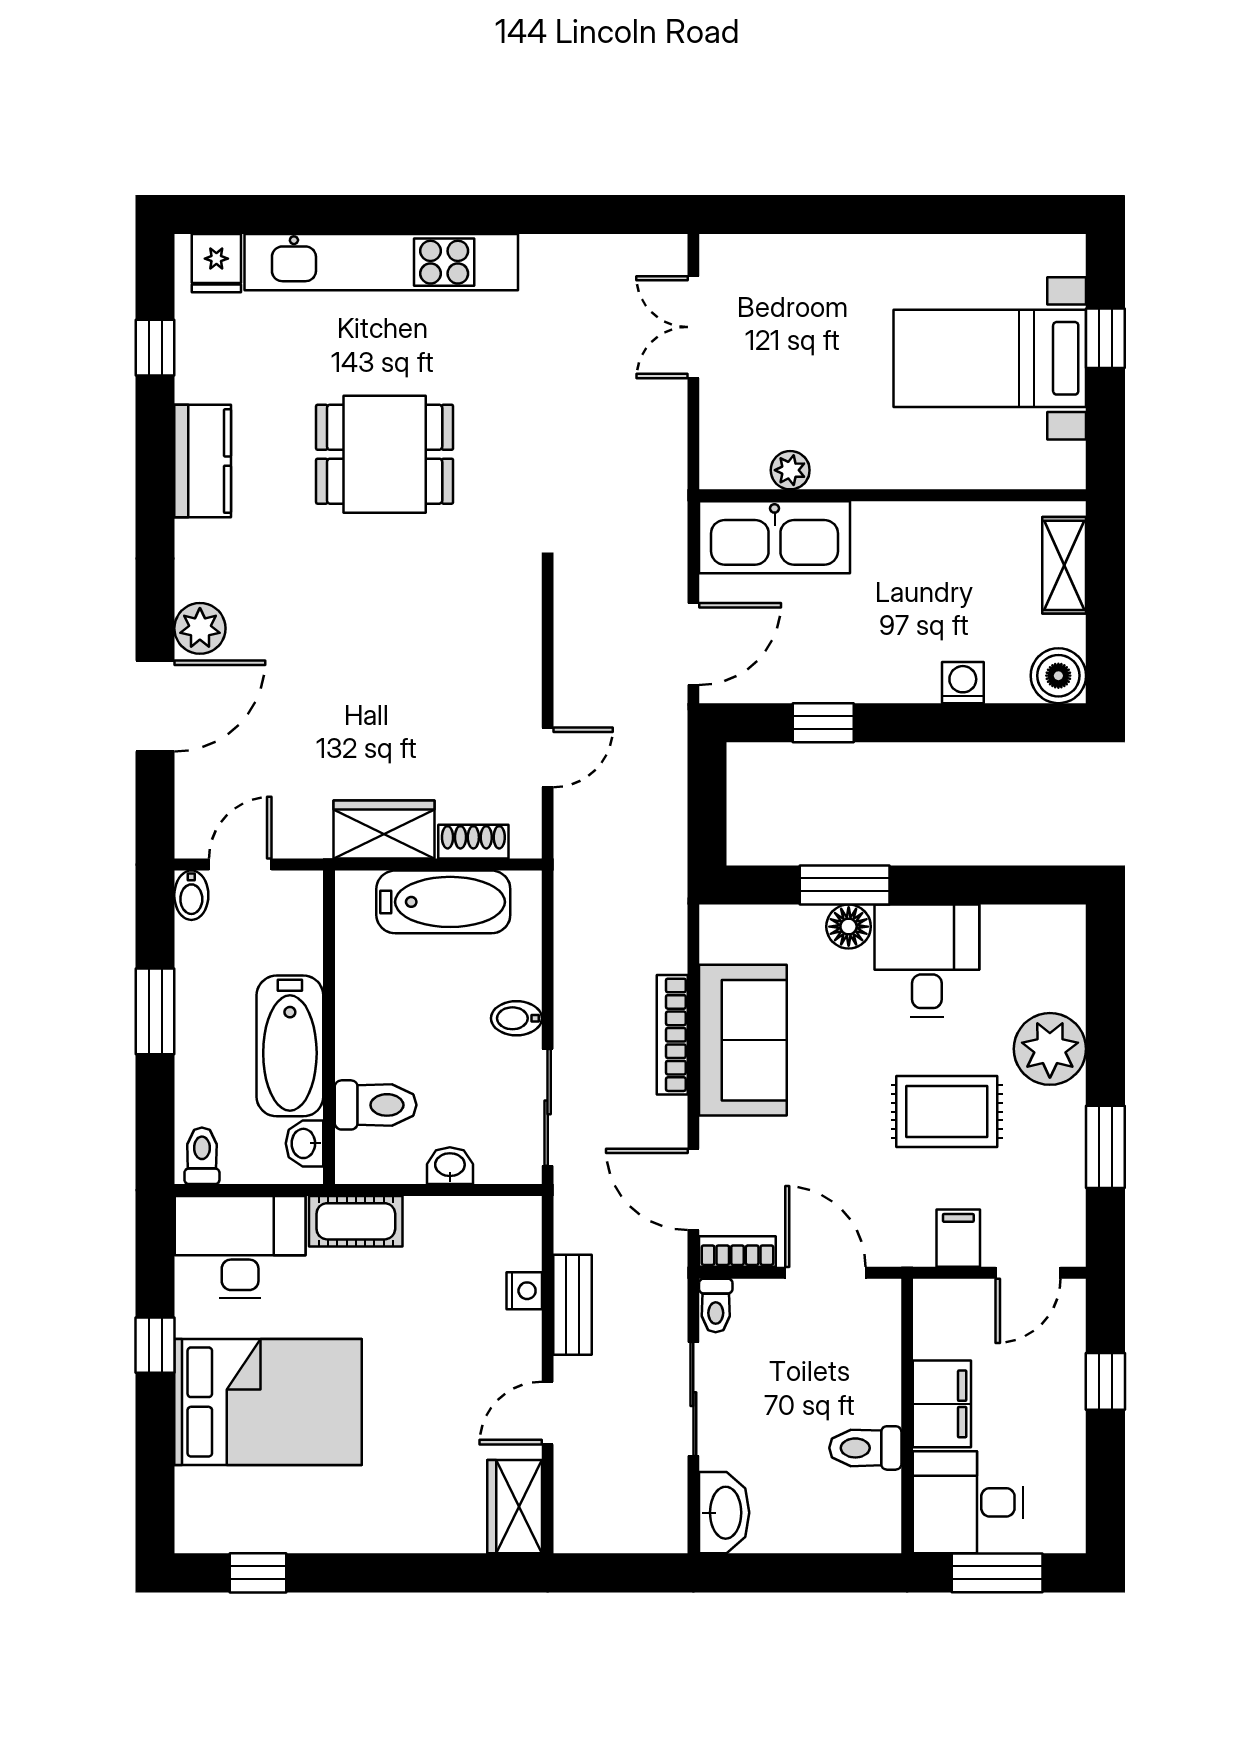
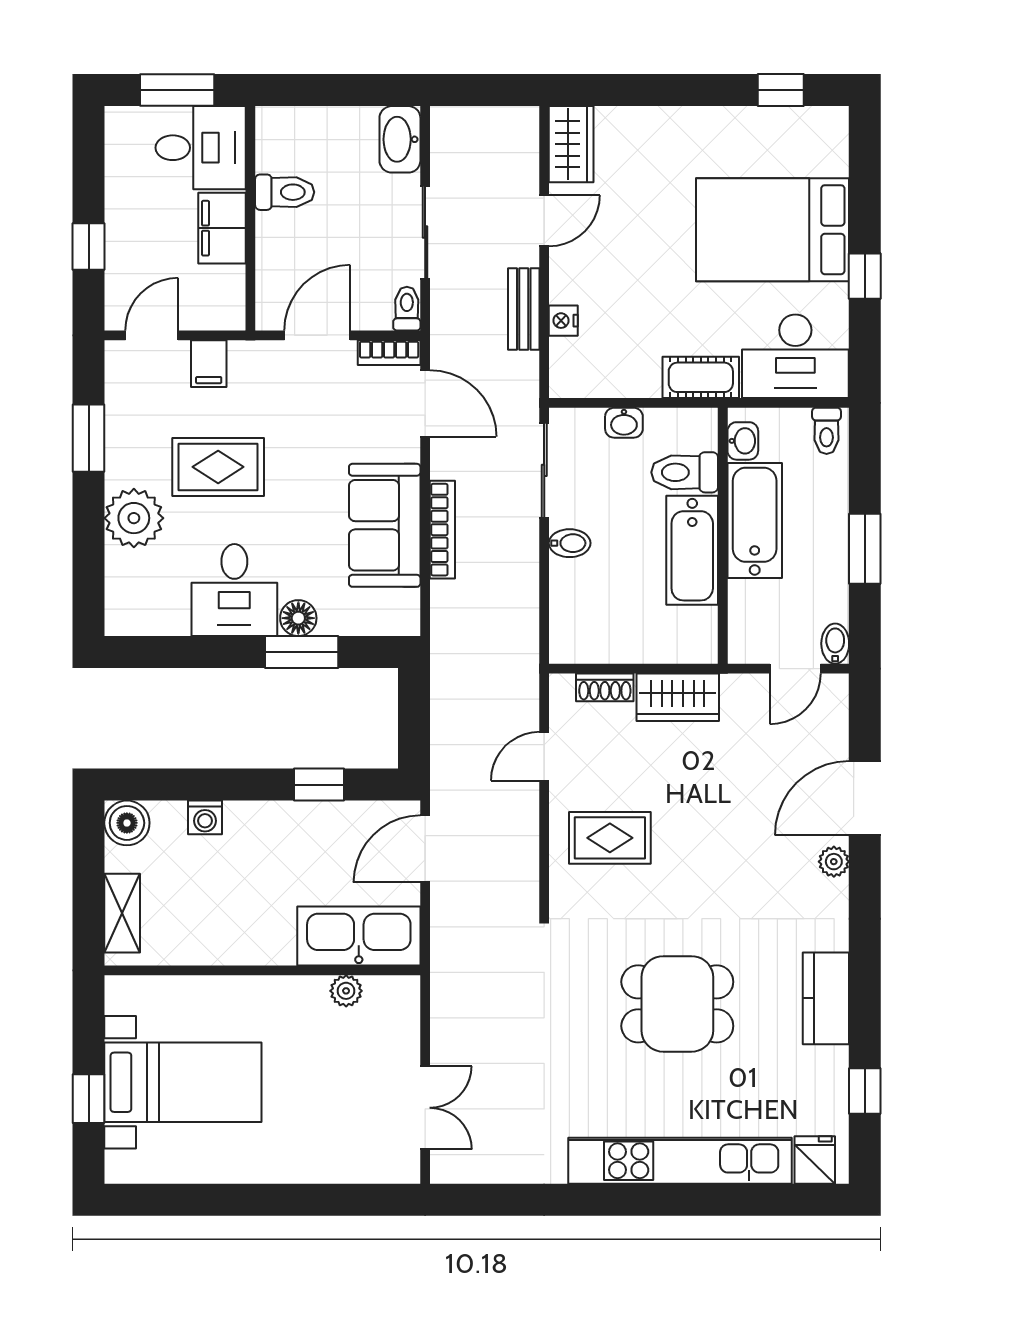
plant: (200, 628) -> (834, 862), width x0.73, depth x0.73
rug: (467, 657) -> (610, 838), added
bathtub: (443, 902) -> (692, 550), moved, turned -90
door: (825, 1273) -> (317, 335), swing flipped

